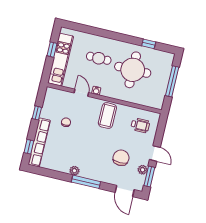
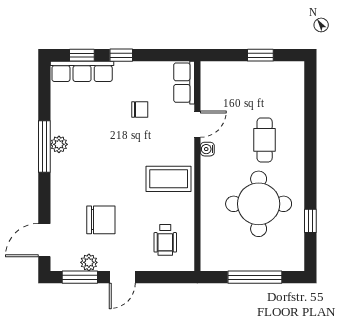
kitchen unit: (61, 60) -> (246, 74), removed
row of seats: (57, 95) -> (184, 83), added
window: (37, 113) -> (121, 55), moved
row of seats: (39, 142) -> (82, 71), width x0.73
window: (86, 182) -> (44, 147), moved

